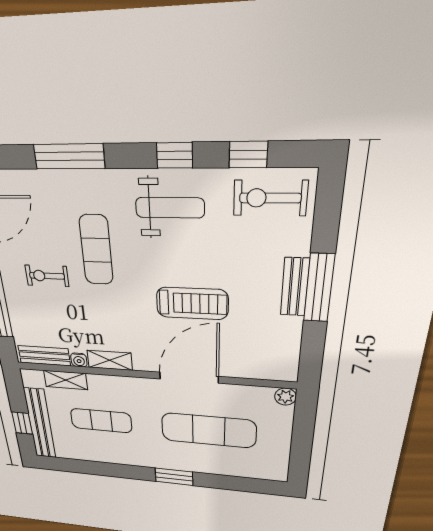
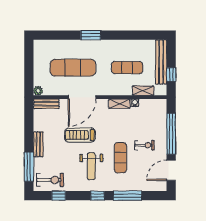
window: (175, 155) -> (98, 196), moved
weight bench: (170, 208) -> (91, 166), moved, turned -90
window: (319, 288) -> (29, 167), moved
bench: (44, 356) -> (46, 104), moved
window: (22, 423) -> (171, 75), moved

